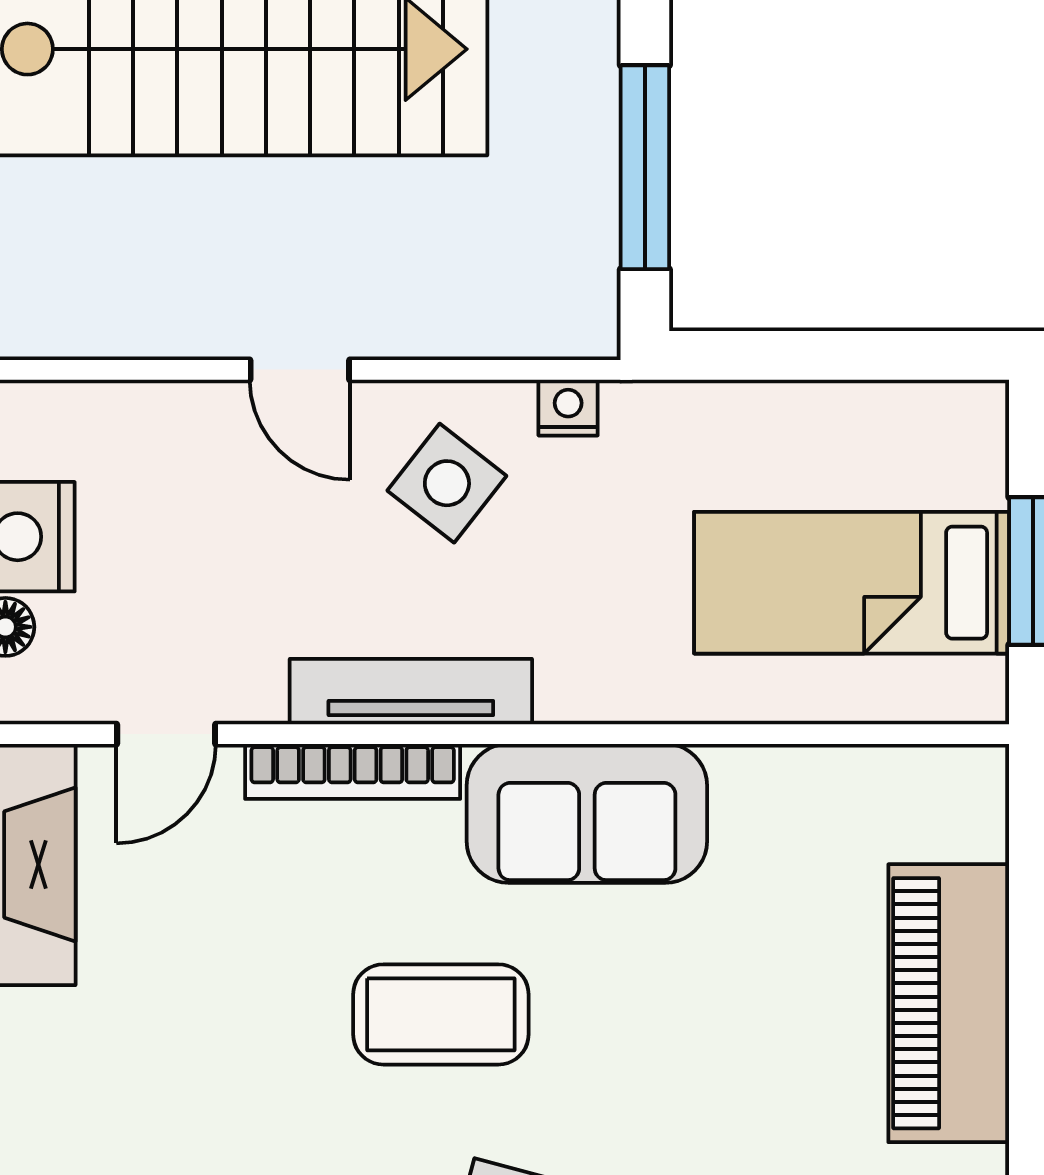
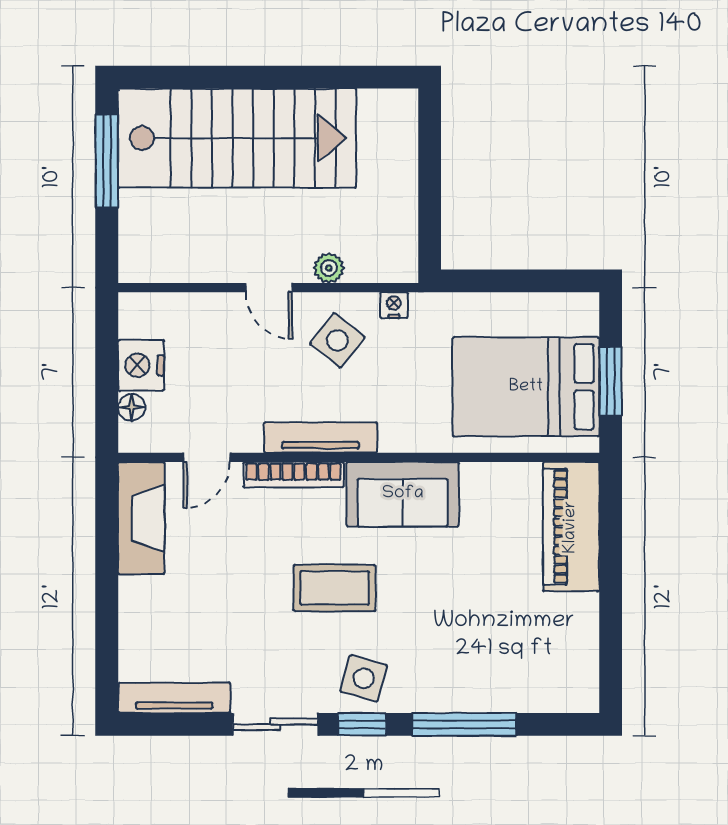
window: (645, 167) -> (430, 193), removed
plant: (429, 328) -> (329, 268), added
bed: (852, 583) -> (526, 387), width x1.50
piano: (949, 1003) -> (571, 527), moved

